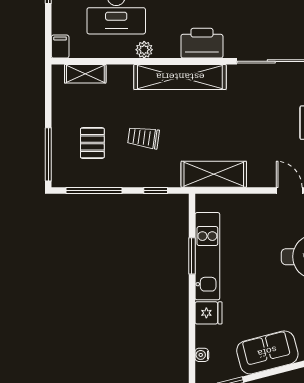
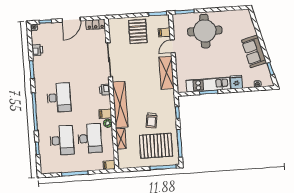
printer: (202, 43) -> (105, 90), width x0.53, depth x0.68
filing cabinet: (164, 46) -> (105, 114), added
shelving: (85, 74) -> (121, 139), moved
pallet: (92, 143) -> (156, 146), width x2.05, depth x2.00
shelving: (214, 174) -> (166, 73), moved

